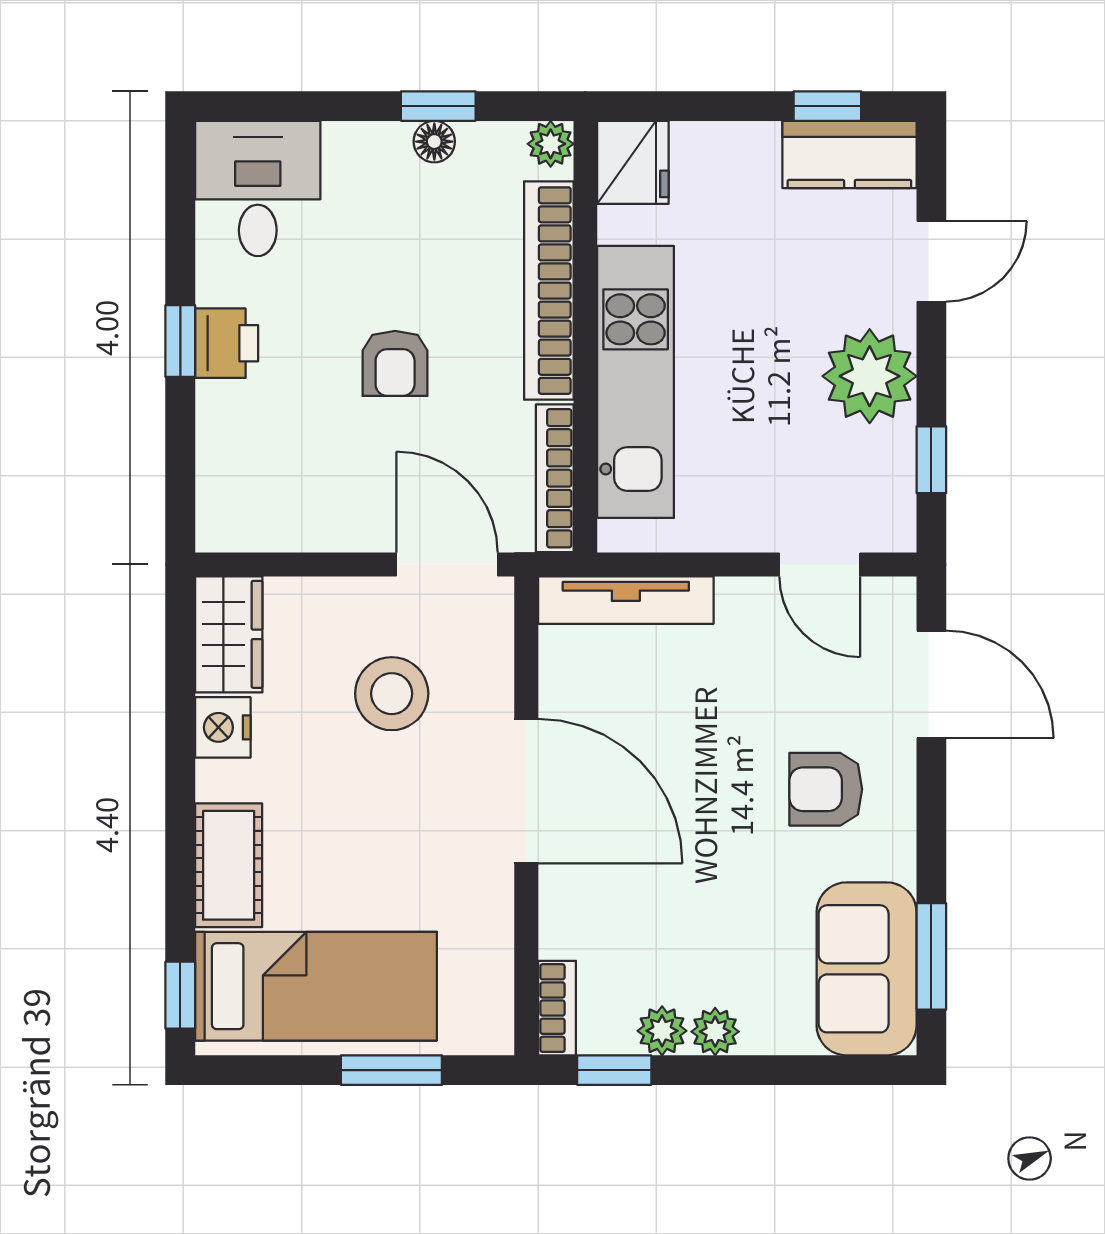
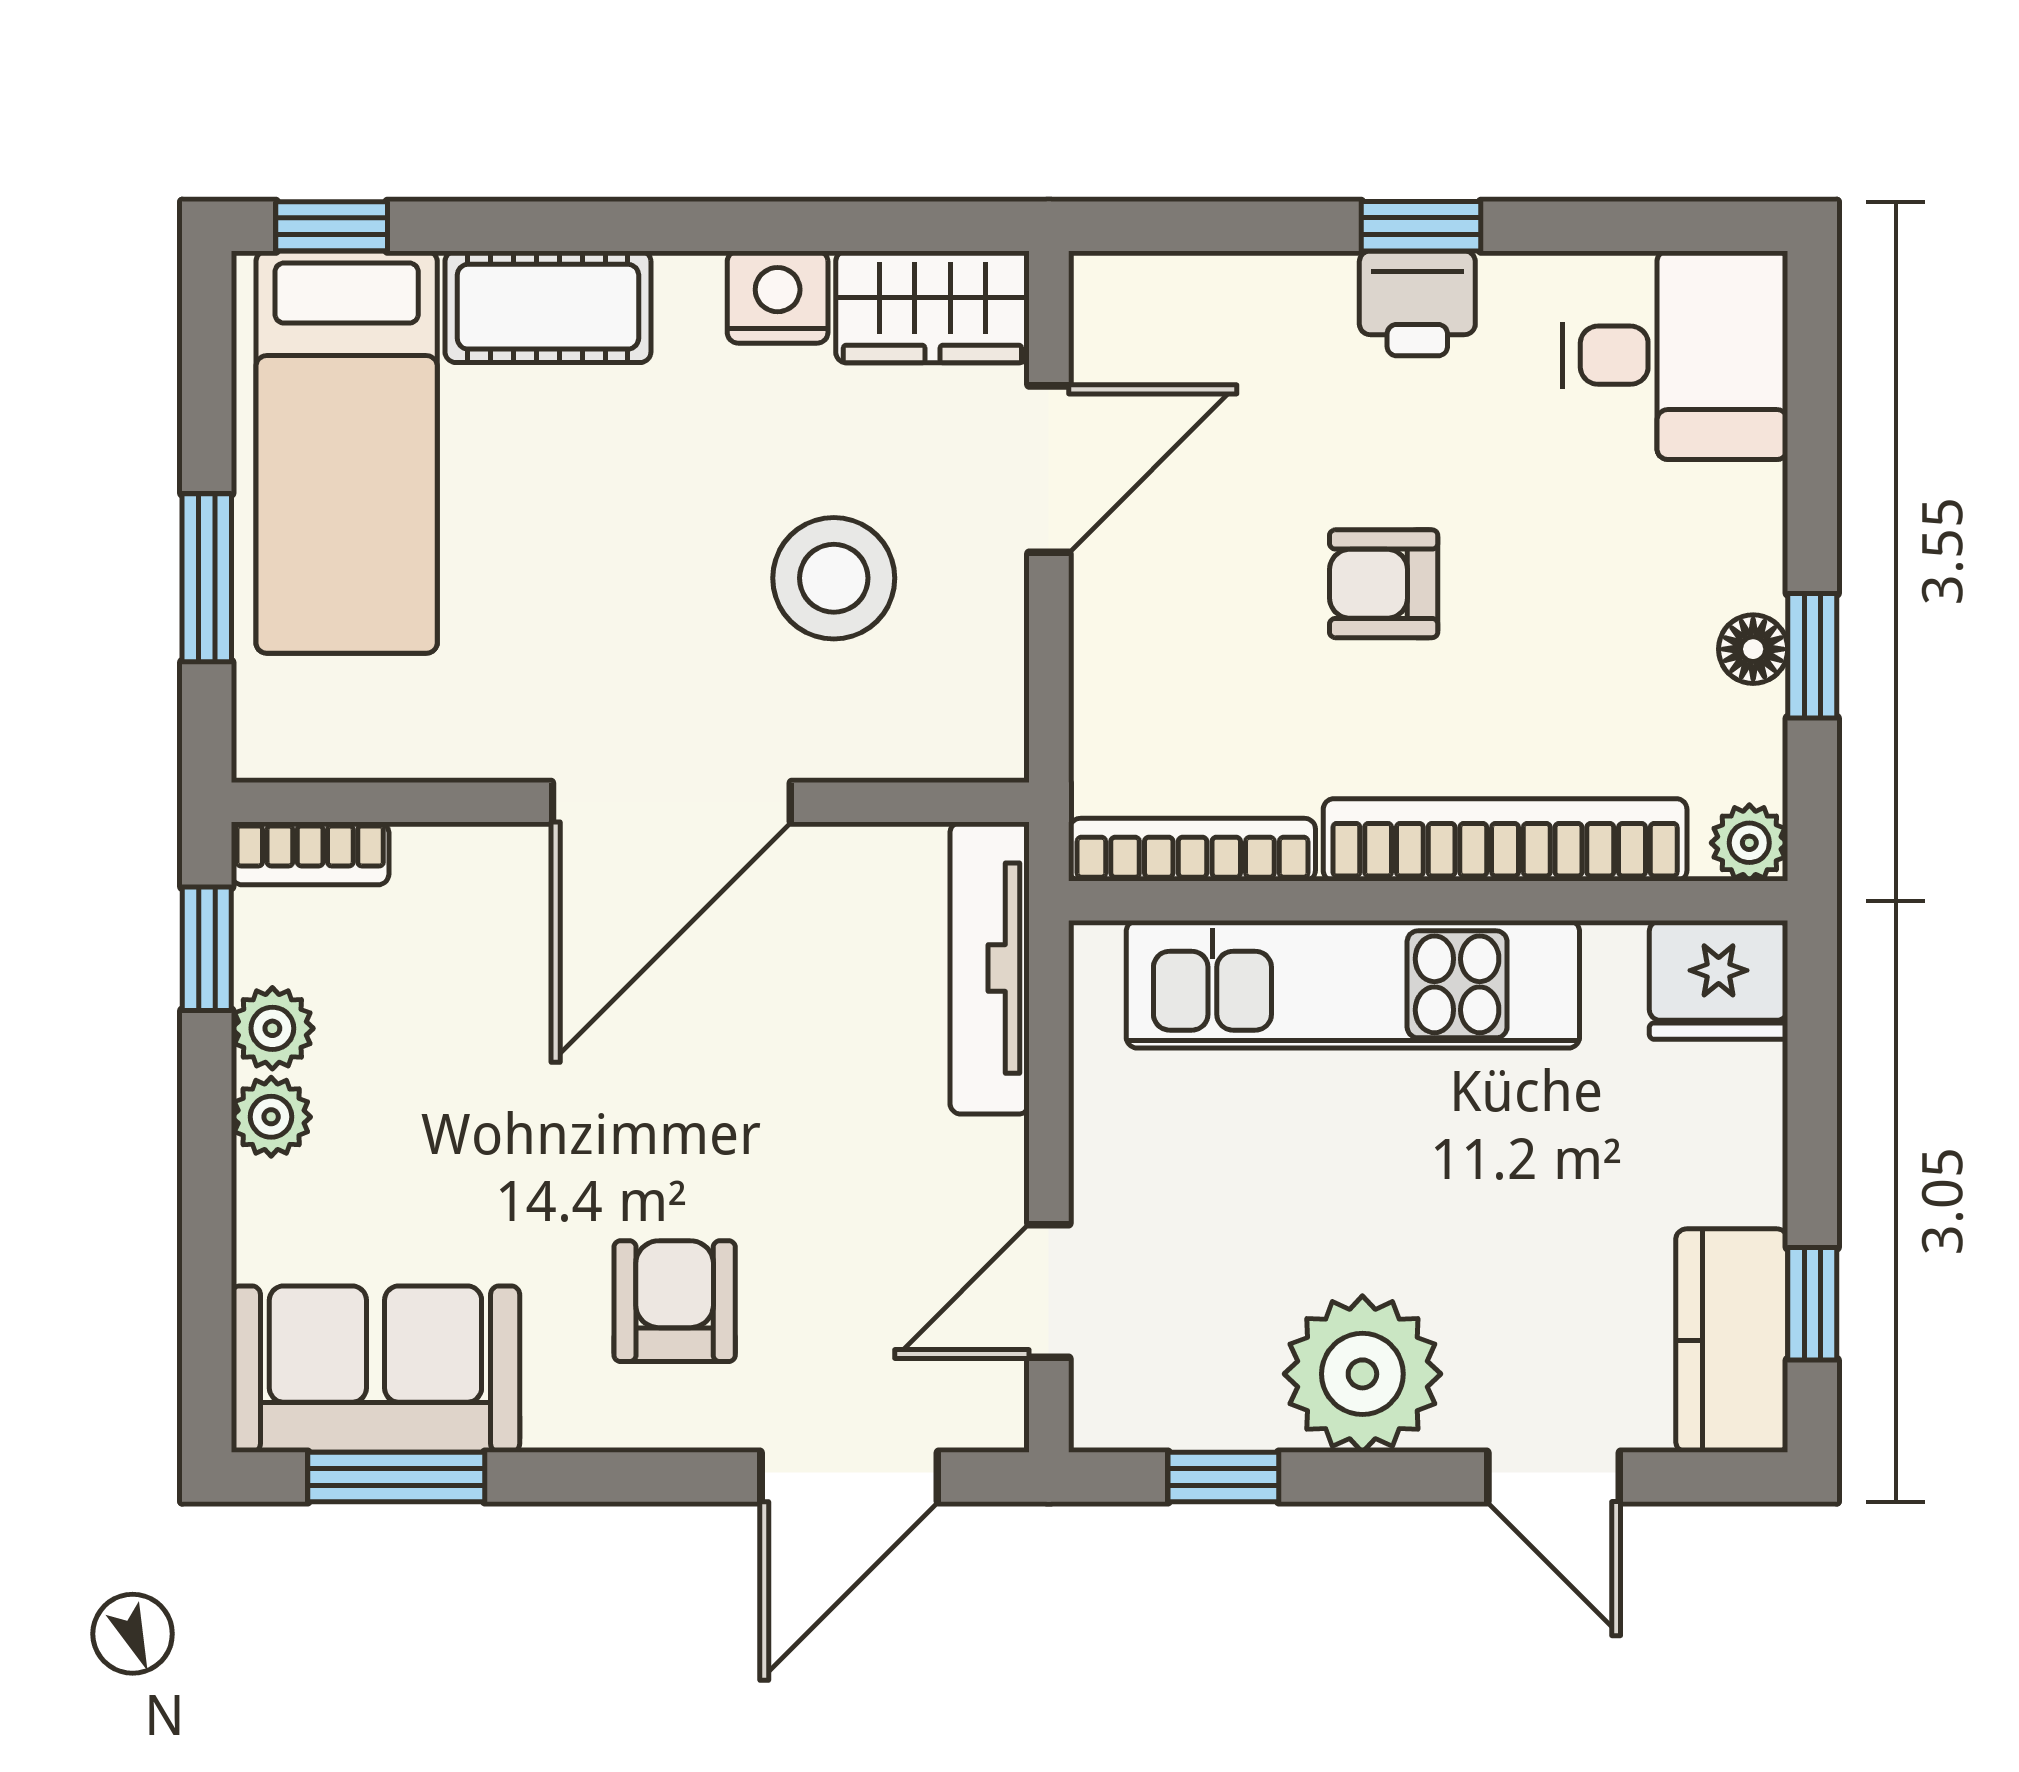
door: (447, 564) -> (1049, 469), moved

